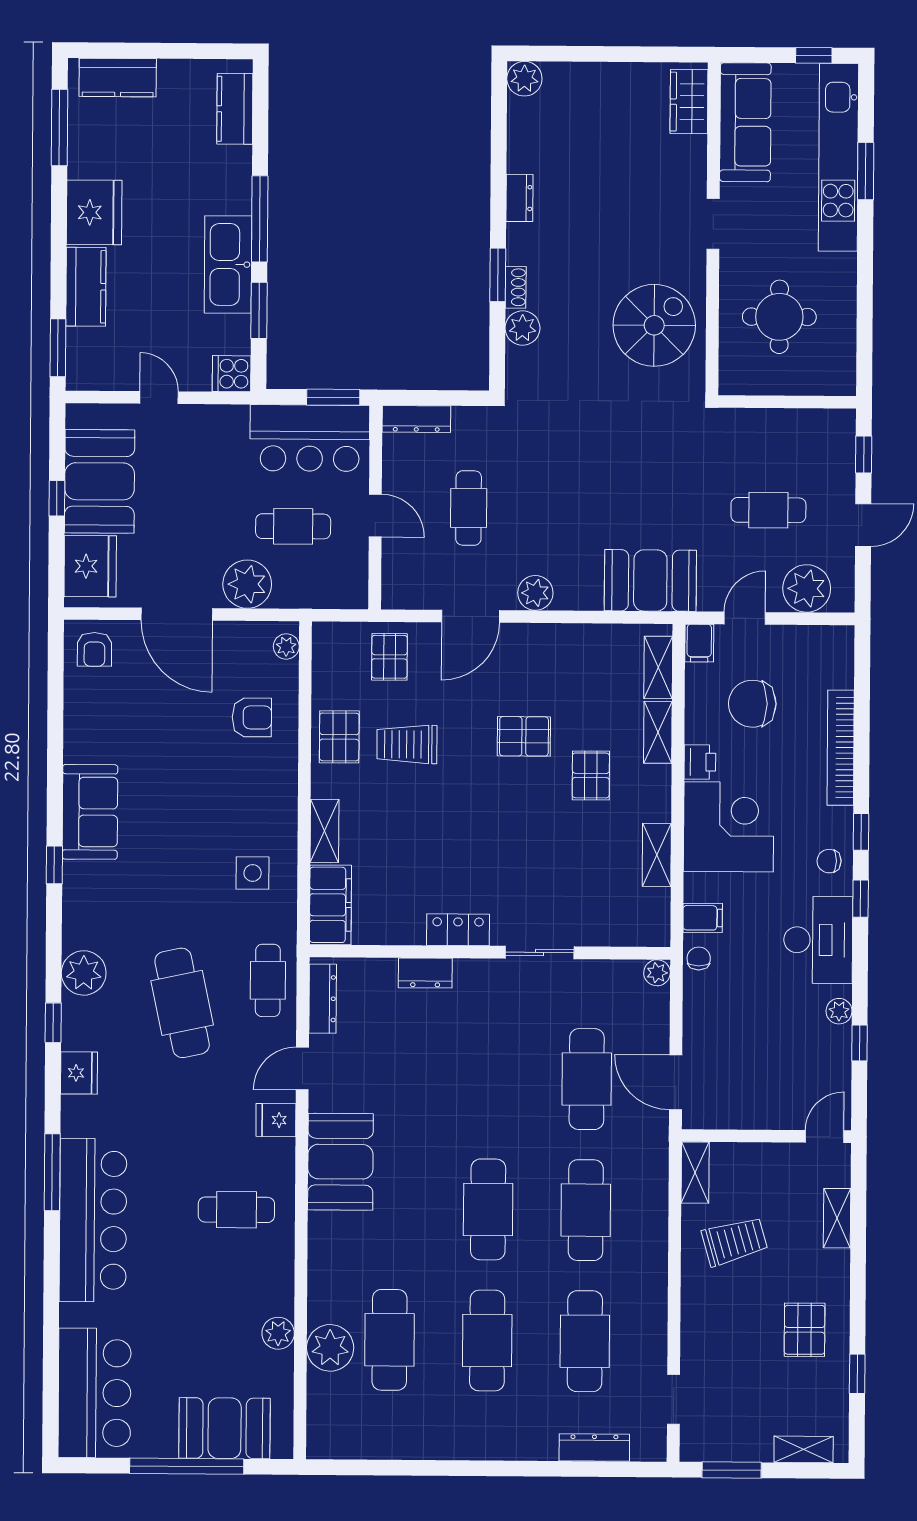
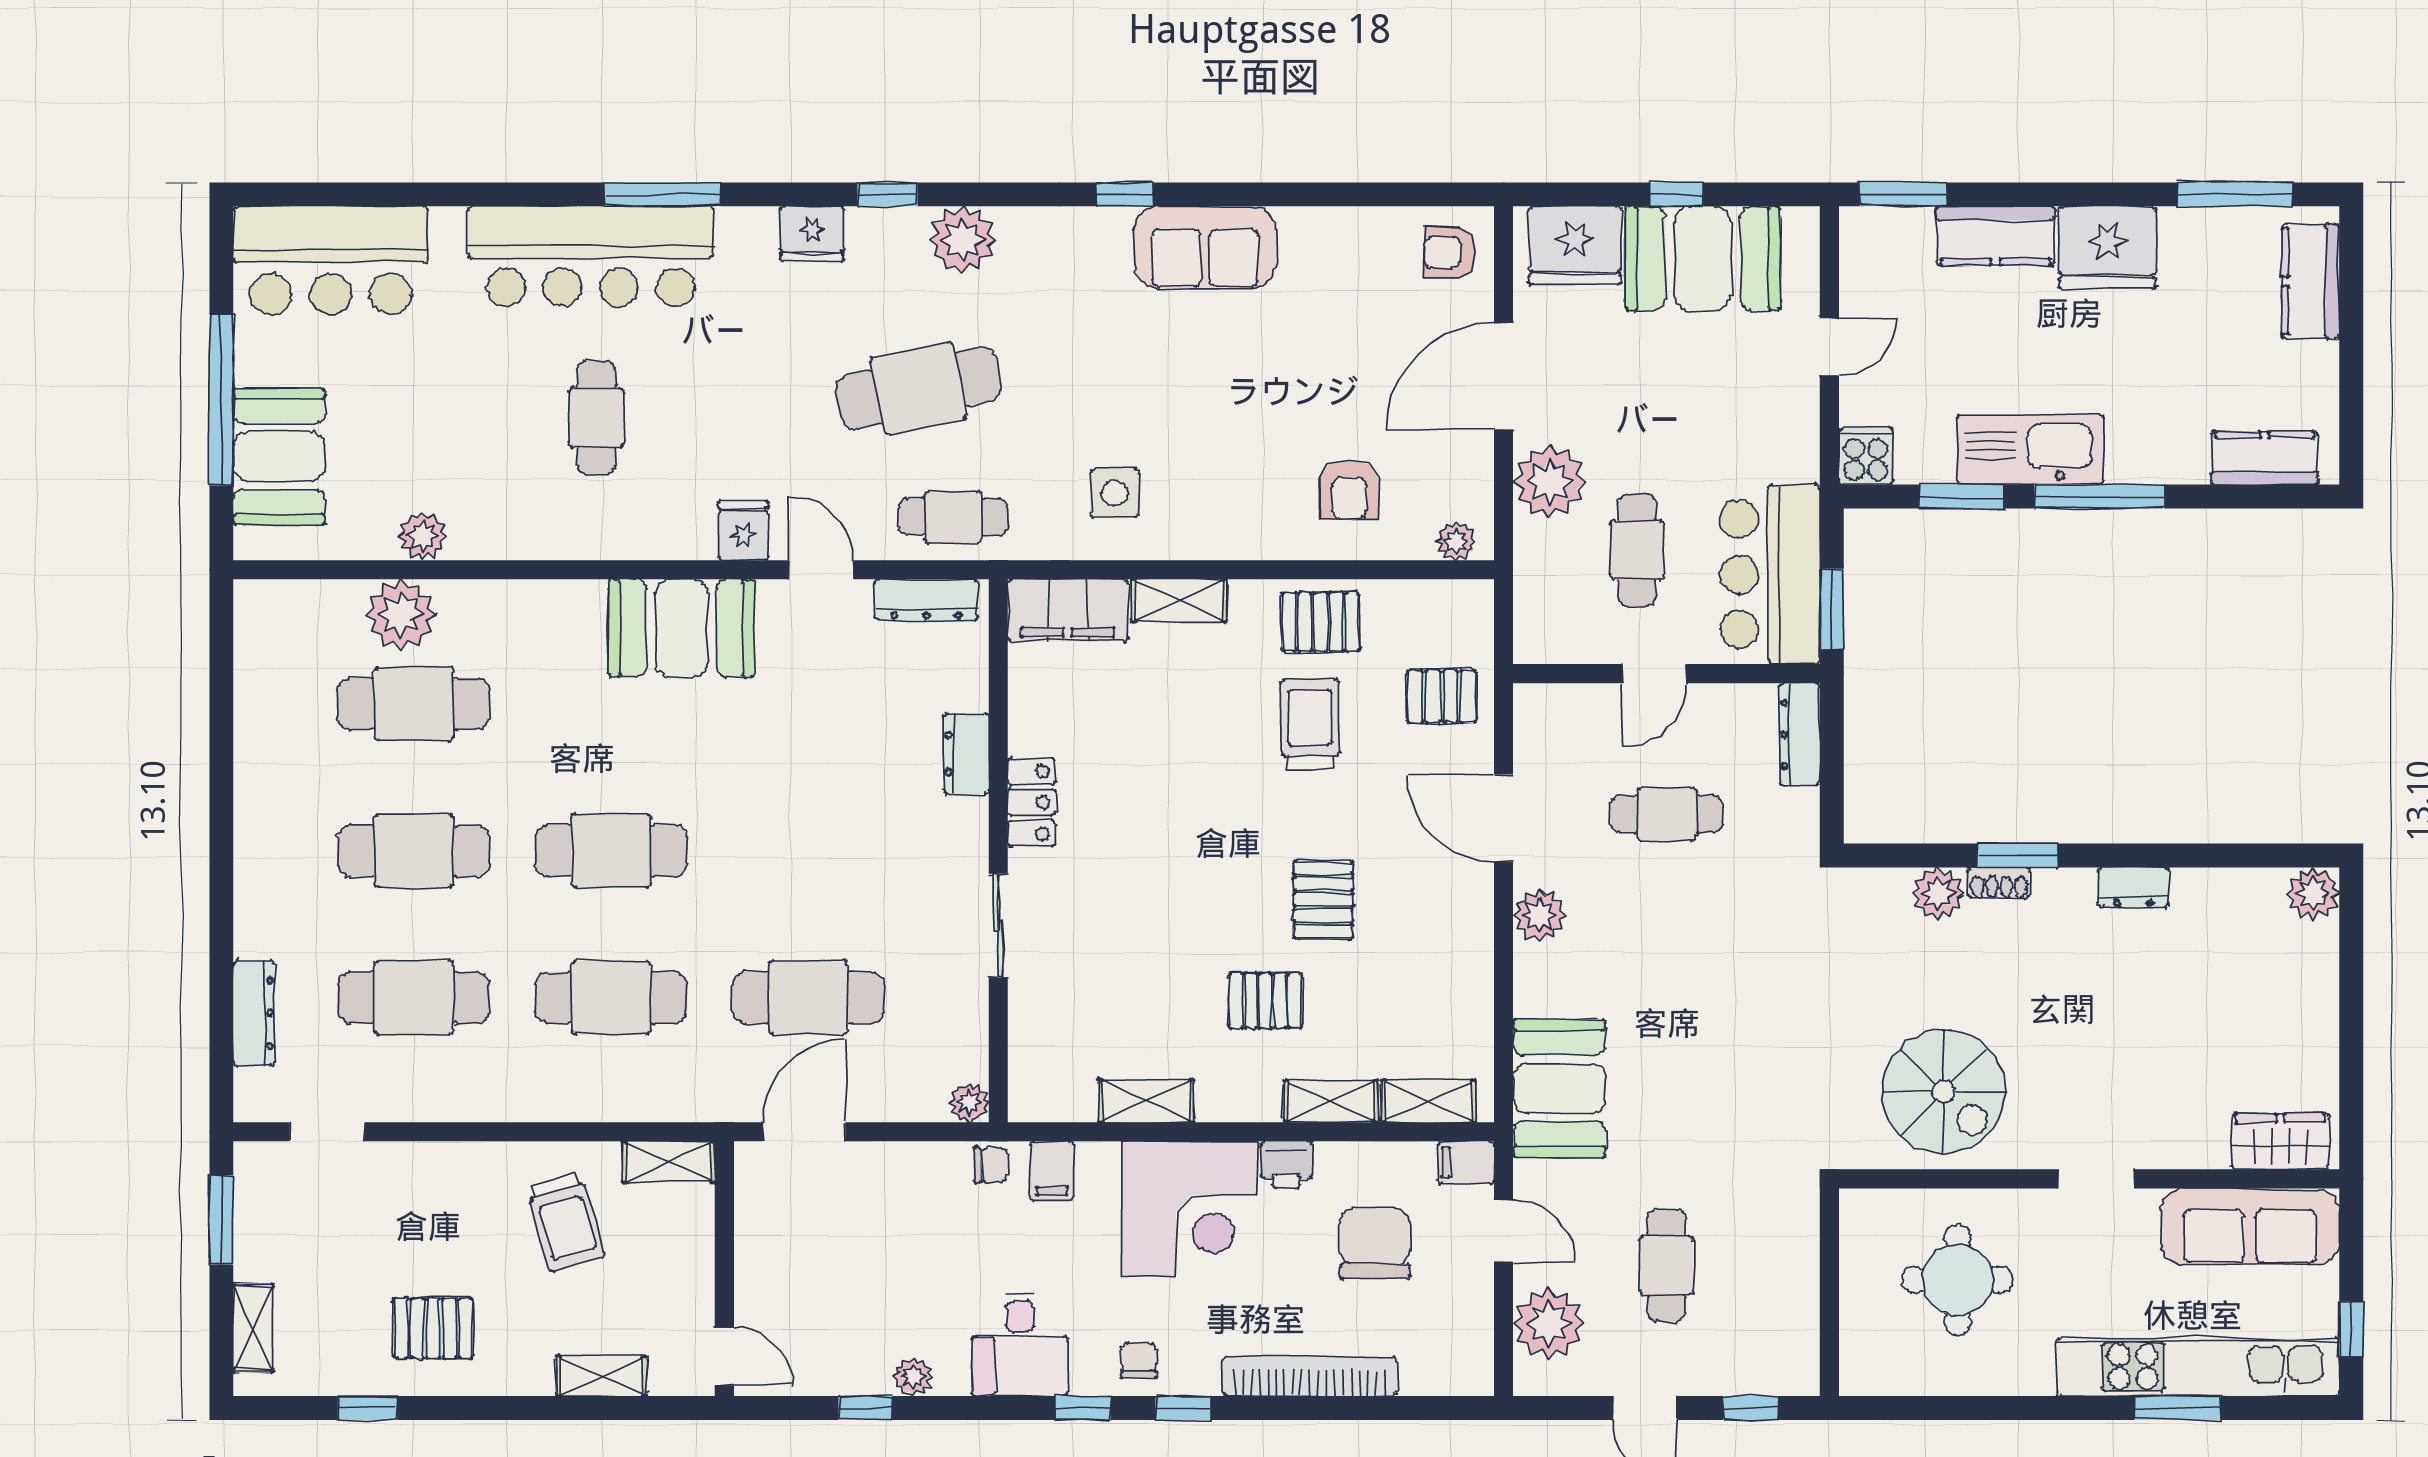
desk: (818, 940) -> (1020, 1345), width x0.73
cafe table: (236, 1210) -> (596, 418), moved

